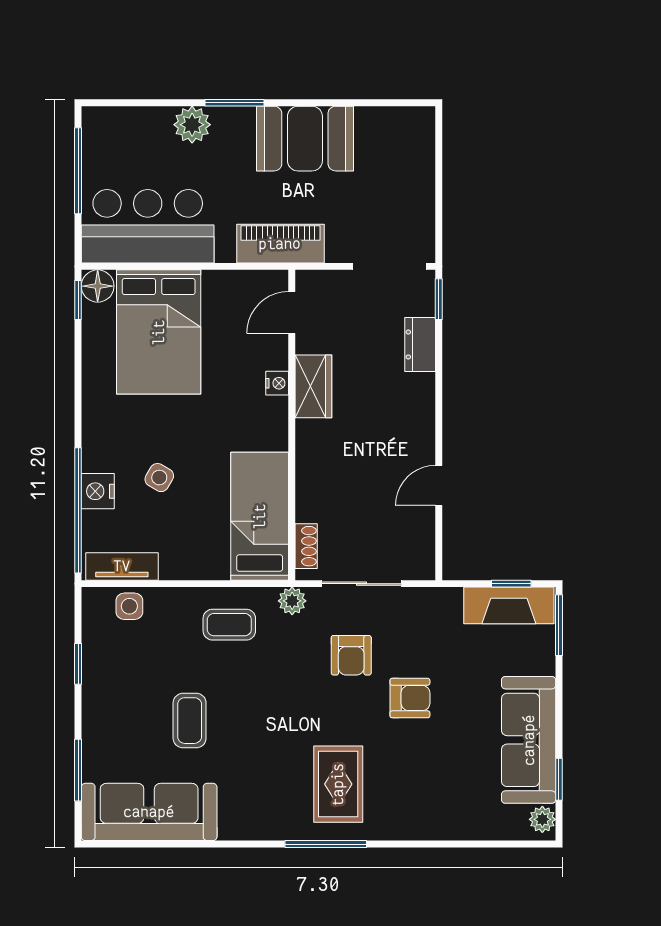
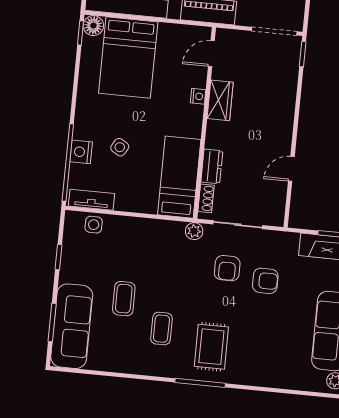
dresser: (420, 345) -> (212, 166), moved, turned 180
coffee table: (229, 625) -> (161, 329), moved, turned 90
armchair: (410, 698) -> (265, 281), moved
sofa: (149, 812) -> (72, 326), moved, turned 90

